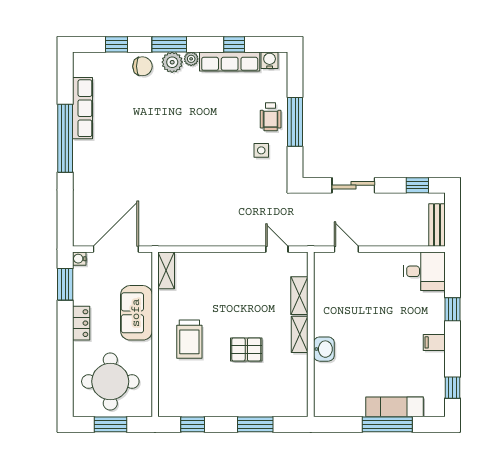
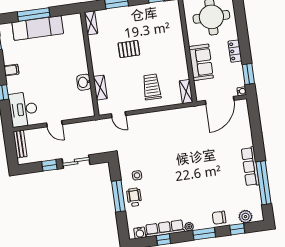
plant: (172, 62) -> (245, 217), moved
row of seats: (83, 108) -> (250, 166), moved
window: (65, 138) -> (264, 183), moved
window: (417, 185) -> (49, 165), moved
door: (346, 249) -> (54, 124), moved
desk: (424, 271) -> (23, 109), width x1.37
shelving: (300, 334) -> (91, 23), moved
trolley: (189, 339) -> (152, 87), moved
washbasin: (324, 349) -> (84, 82), moved
exam couch: (394, 407) -> (38, 28), width x1.36, depth x1.45

